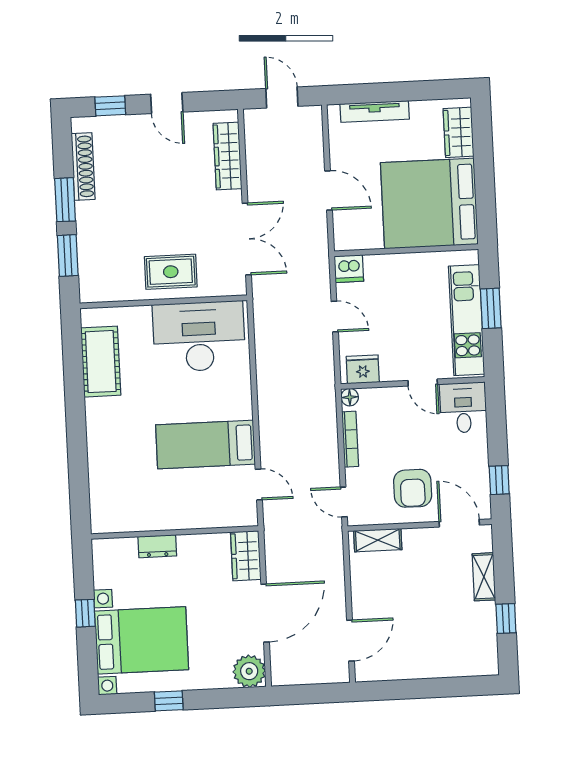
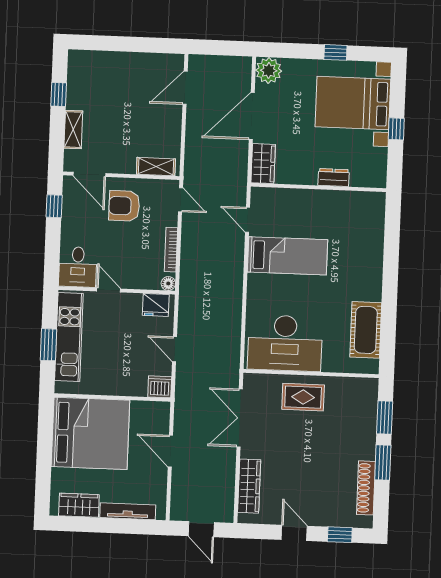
wardrobe: (459, 132) -> (79, 505), moved, turned -90
armchair: (413, 488) -> (124, 206), turned -90

